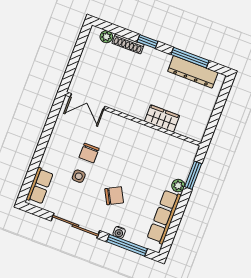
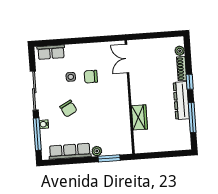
dresser: (193, 72) -> (181, 101), moved

